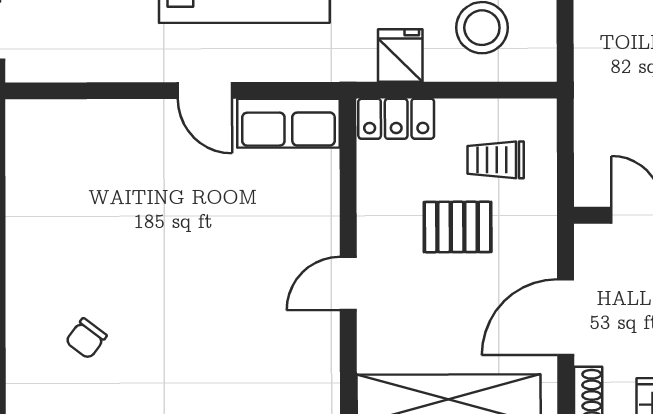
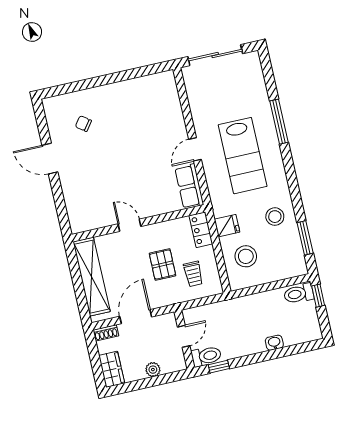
trolley: (496, 160) -> (193, 274), turned 180
door: (566, 317) -> (136, 317), hinge flipped

